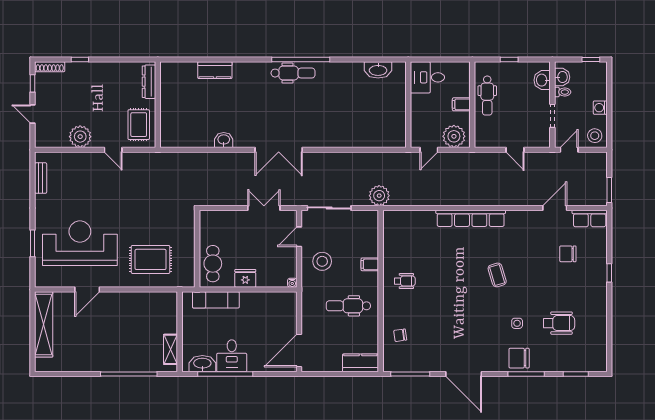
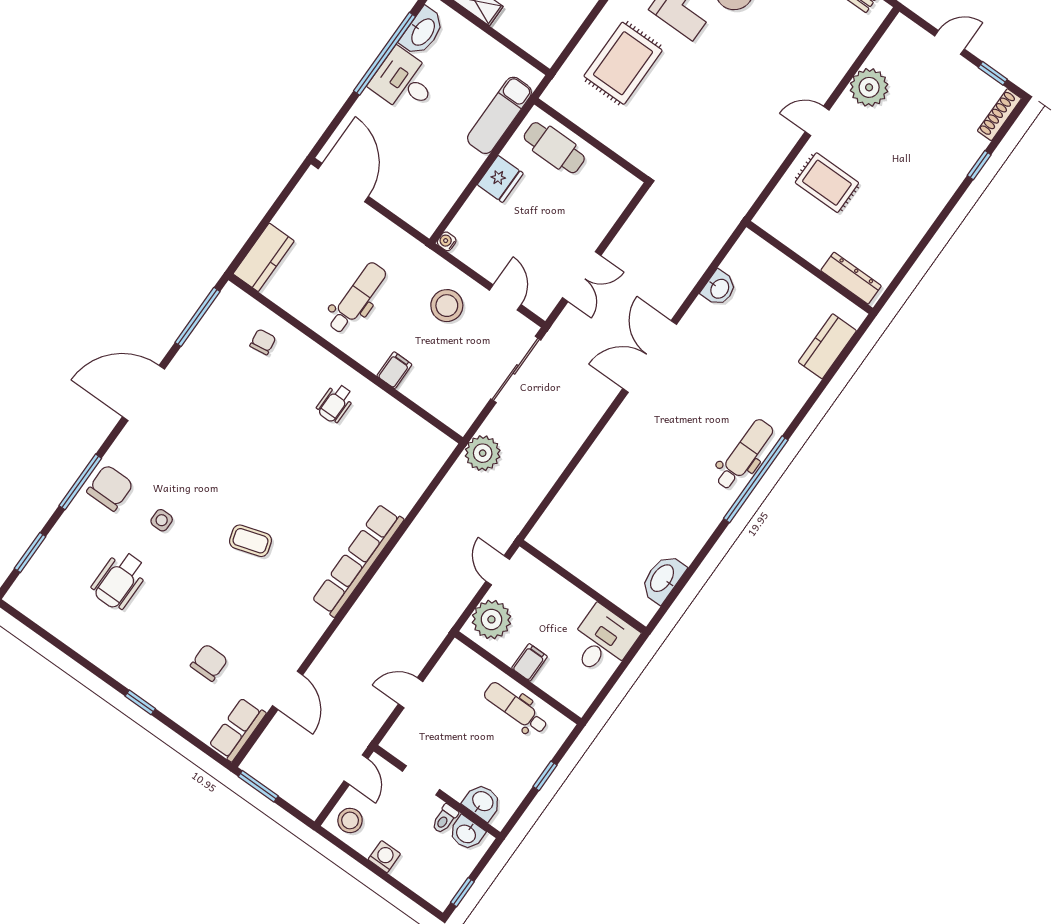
dental chair: (293, 73) -> (744, 454), turned 180
dresser: (149, 82) -> (851, 278), moved
wall: (158, 105) -> (810, 267), moved

